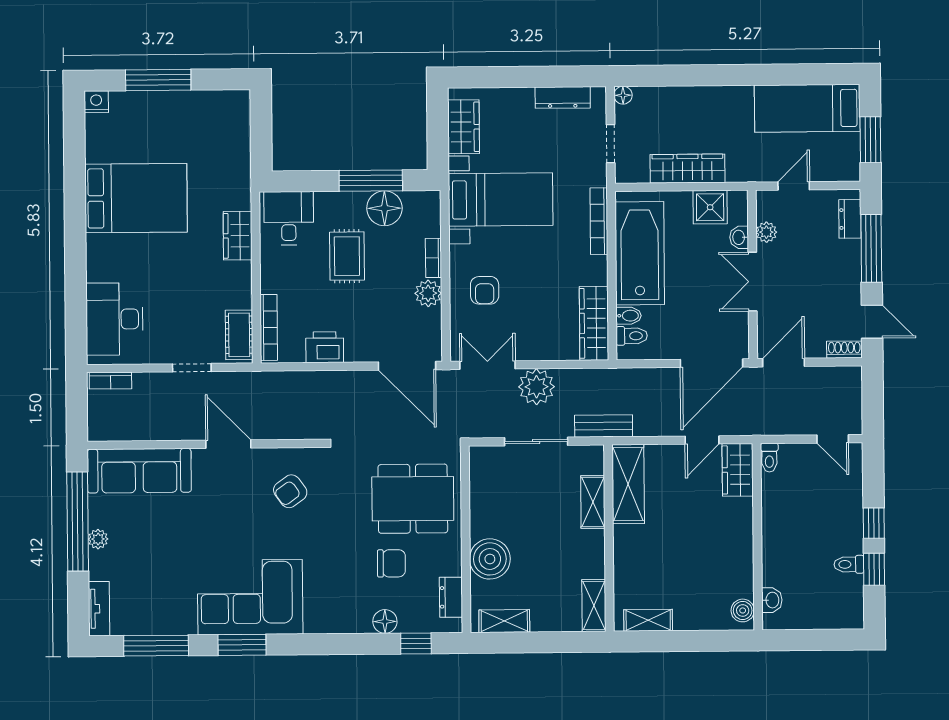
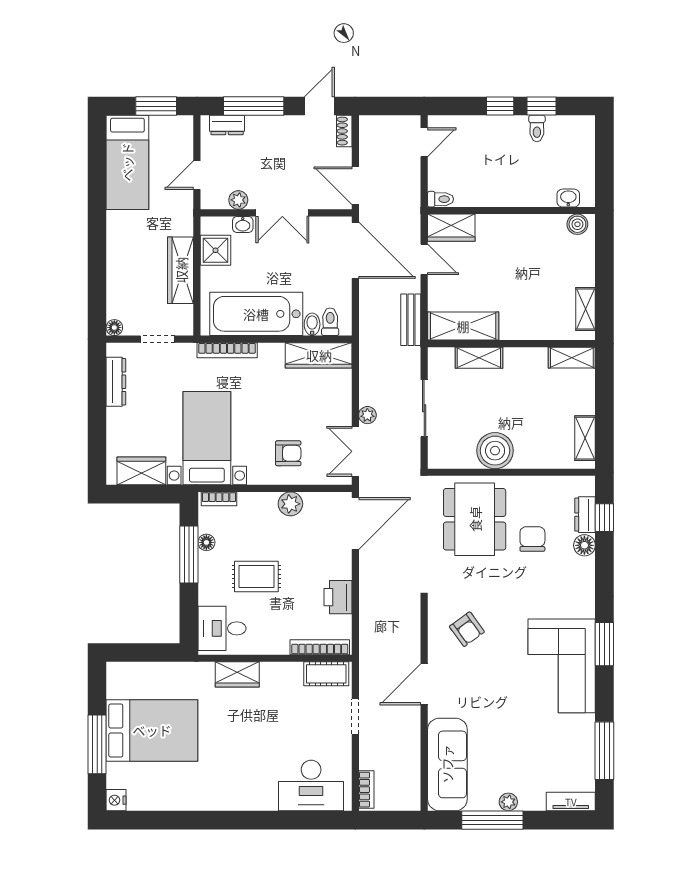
door: (794, 186) -> (197, 175), hinge flipped
bed: (136, 198) -> (152, 730), moved, turned 90
floor lamp: (384, 208) -> (206, 542), width x0.53, depth x0.53
bookcase: (433, 258) -> (219, 499), moved
plant: (537, 387) -> (367, 415), width x0.53, depth x0.53
bench: (604, 426) -> (411, 320), moved
window: (78, 521) -> (492, 820), width x0.68
boiler: (490, 559) -> (495, 451), moved
dresser: (451, 597) -> (585, 515), moved, turned 90
window: (242, 645) -> (604, 644), moved

